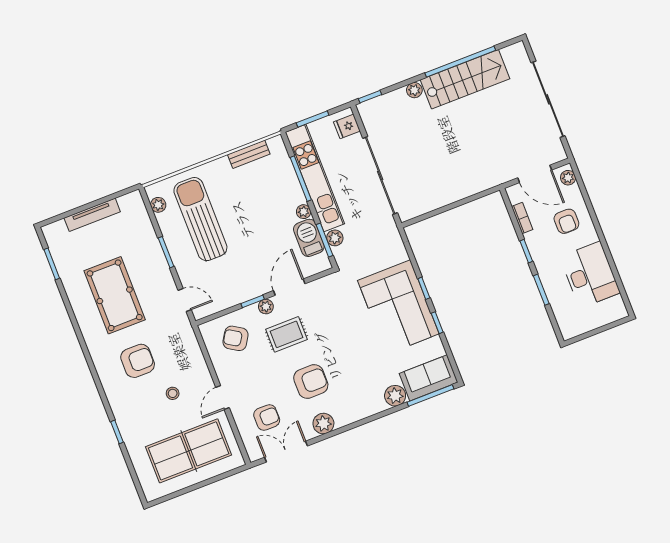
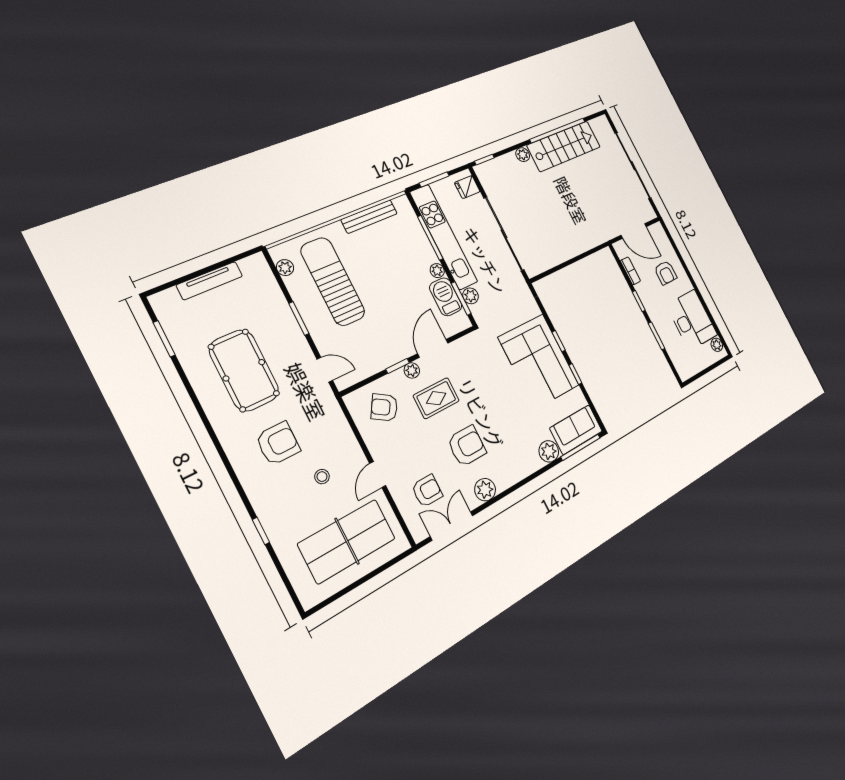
bench: (249, 154) -> (369, 217), width x1.36
plant: (568, 178) -> (717, 345), moved

